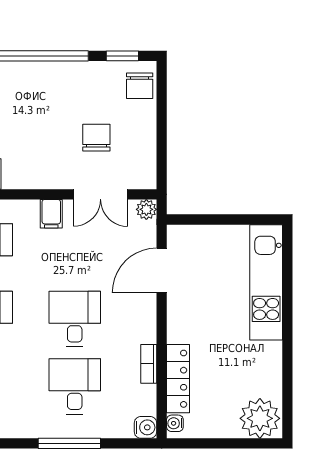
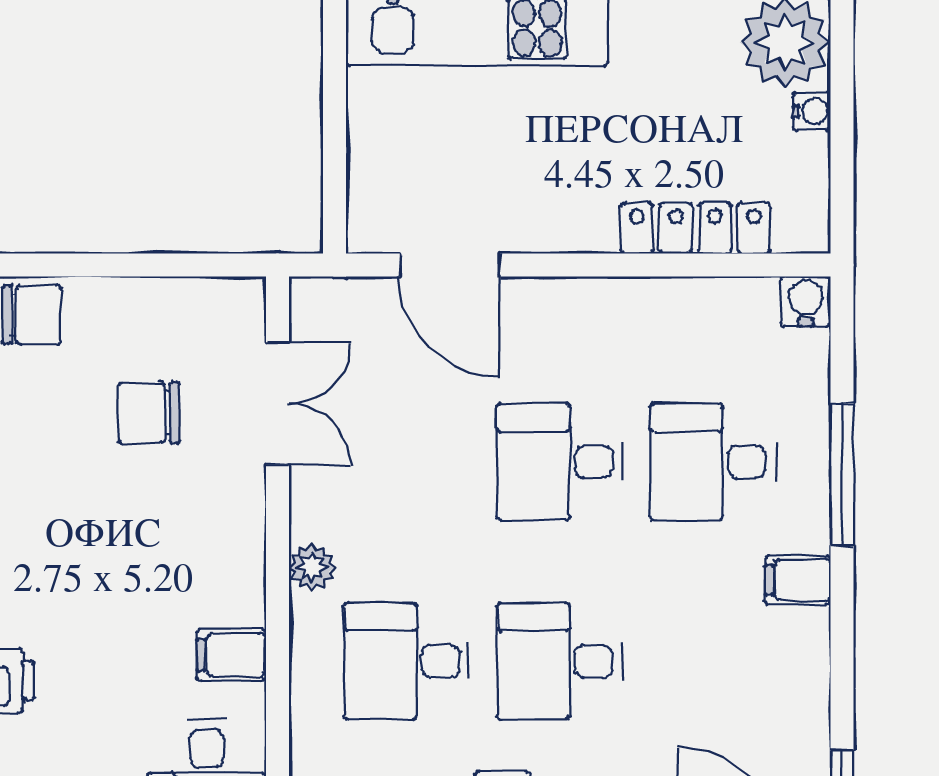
plant: (146, 209) -> (312, 567), moved
filing cabinet: (51, 214) -> (798, 580), moved, turned 180
bookcase: (149, 364) -> (662, 294), removed
water cooler: (175, 423) -> (812, 111), moved, turned -90

